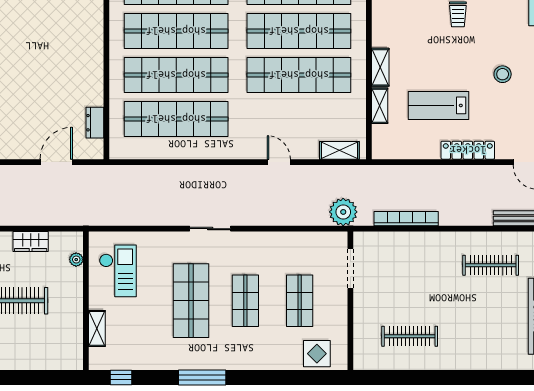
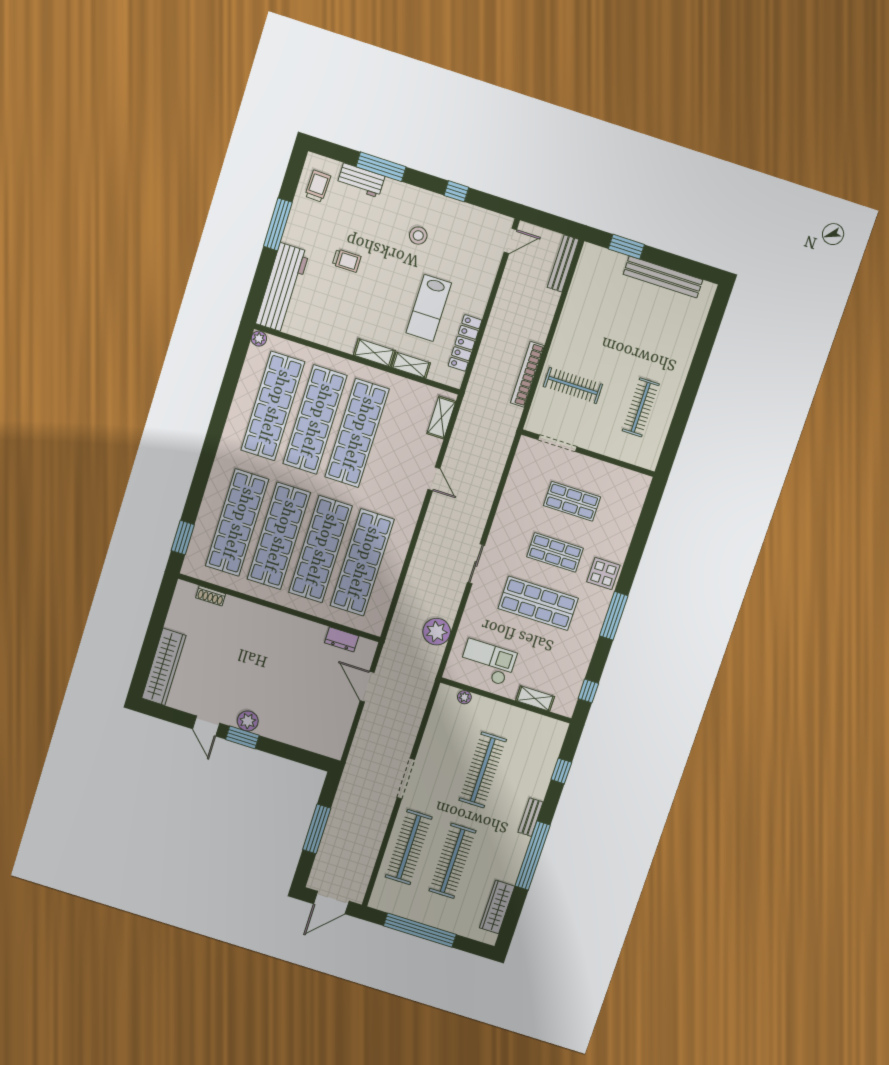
locker: (468, 150) -> (465, 343), moved
door: (279, 162) -> (434, 479), swing flipped
plant: (343, 212) -> (437, 632), moved
wardrobe: (31, 241) -> (434, 734), removed
clothes rail: (491, 265) -> (573, 385), moved, turned 90
display table: (317, 354) -> (603, 574), moved
window: (33, 377) -> (561, 771), added

